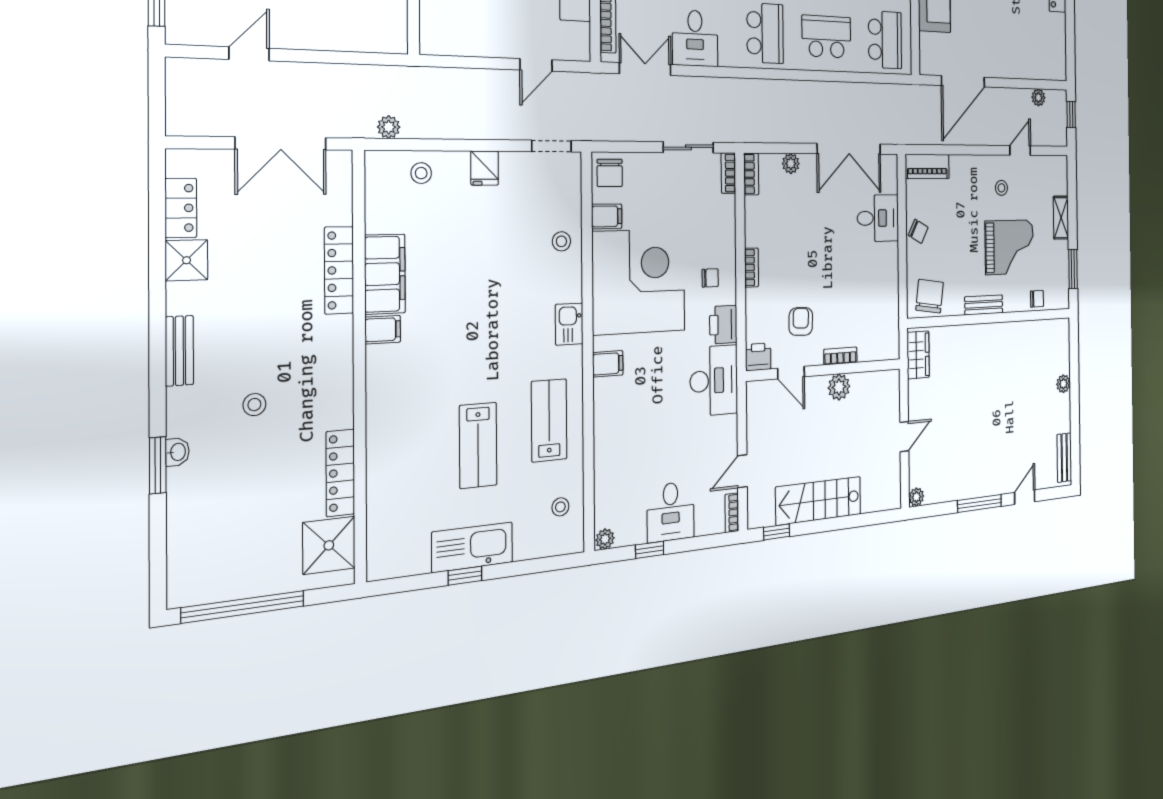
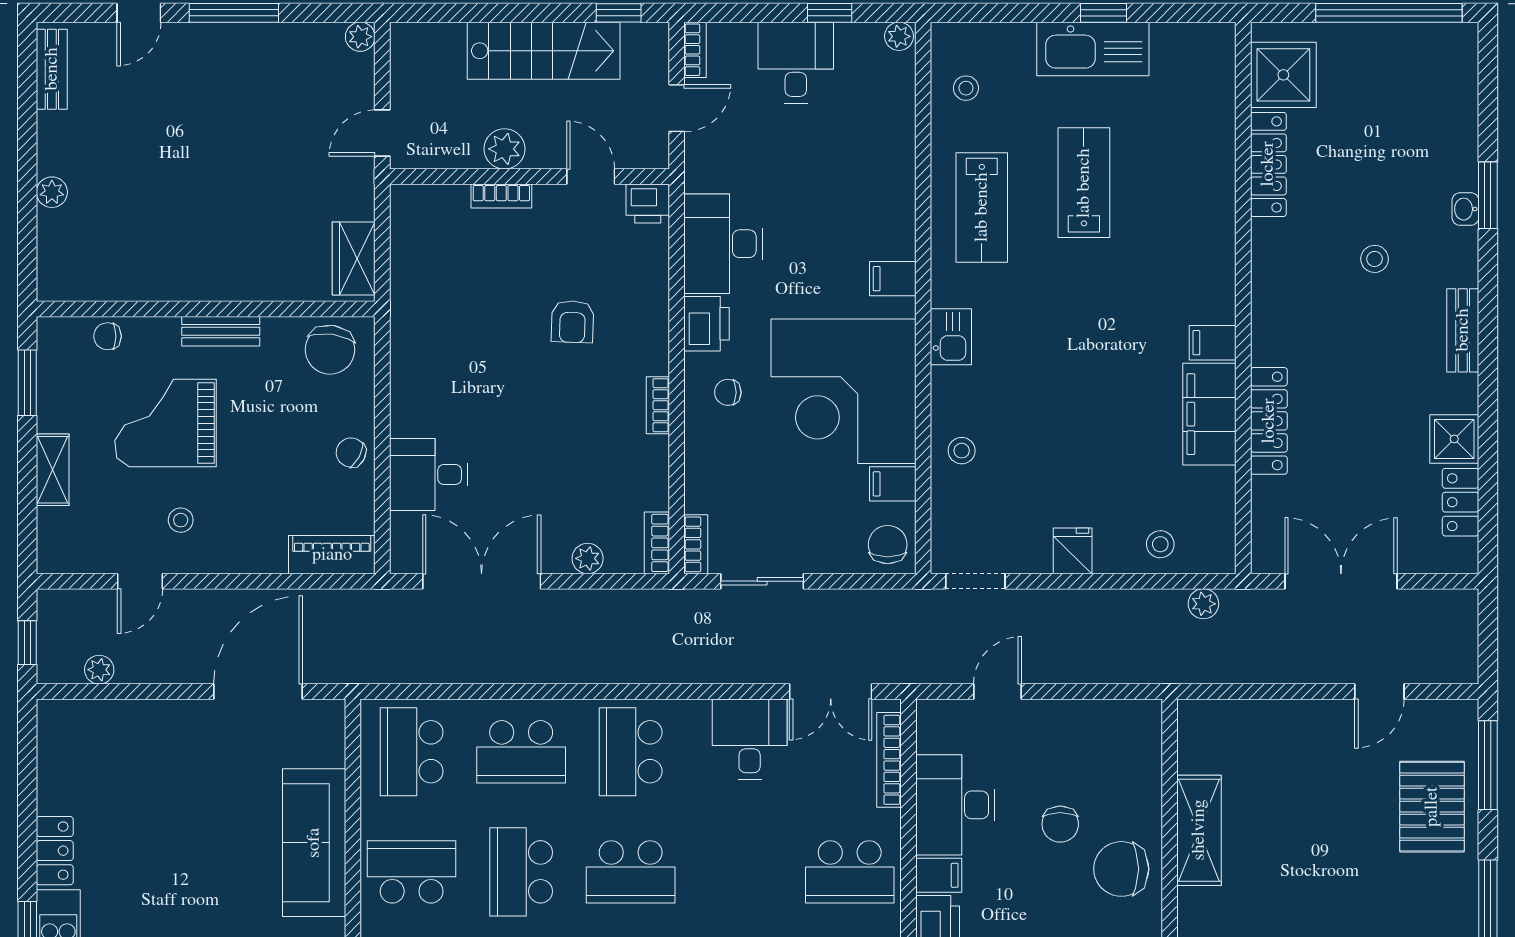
bookcase: (840, 356) -> (501, 196), moved
printer: (758, 357) -> (648, 204), moved
wall: (825, 370) -> (529, 177), moved
door: (791, 373) -> (591, 177), moved
plant: (839, 387) -> (504, 149), moved

